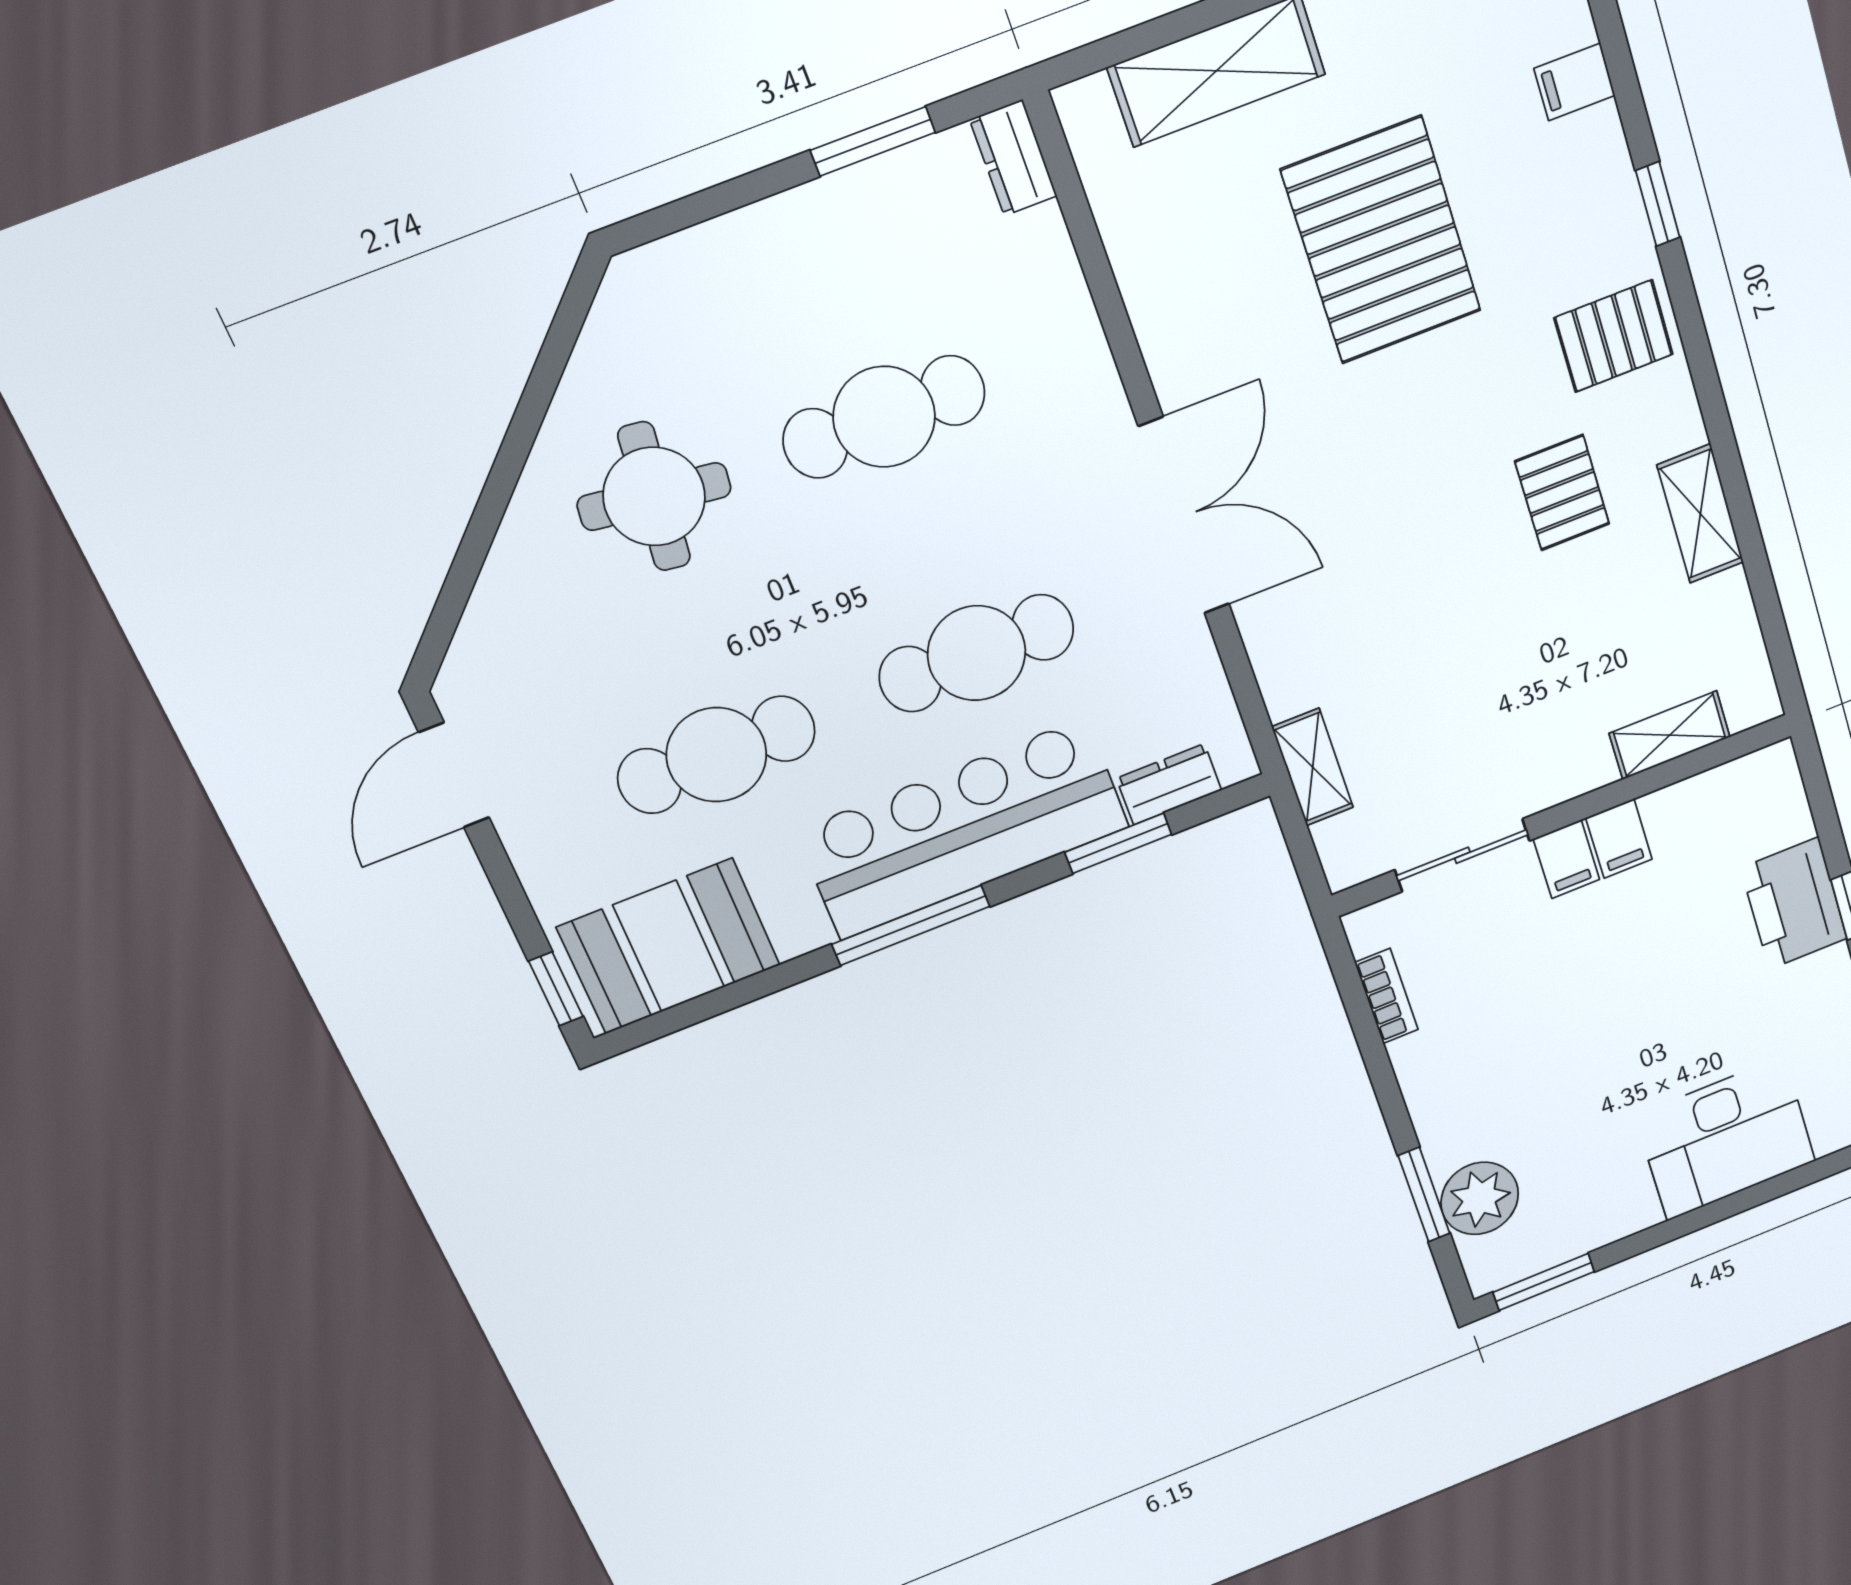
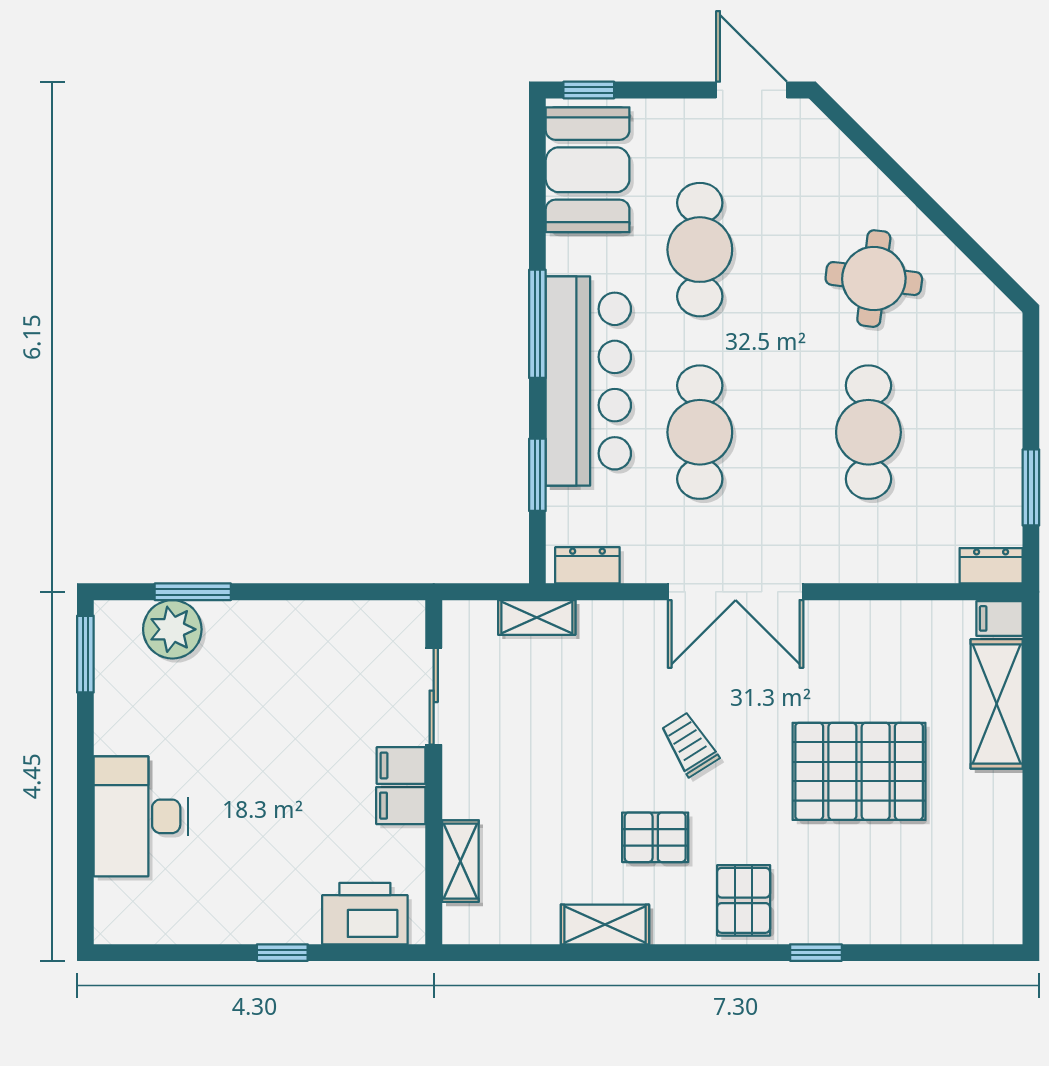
filing cabinet: (1575, 82) -> (999, 618), moved, turned -90
trolley: (1419, 496) -> (690, 744), added
dresser: (1169, 784) -> (587, 565), moved, turned -90
printer: (1794, 904) -> (365, 914), moved
bookcase: (1387, 996) -> (354, 614), removed

